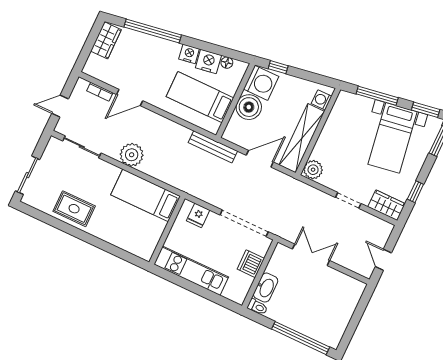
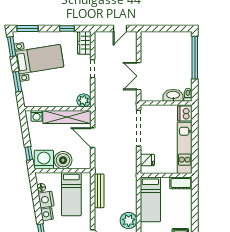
window: (377, 96) -> (17, 82), width x0.69
bench: (213, 147) -> (99, 191), moved
cot: (148, 245) -> (181, 183), added
dishwasher: (251, 264) -> (185, 114), moved, turned 90

